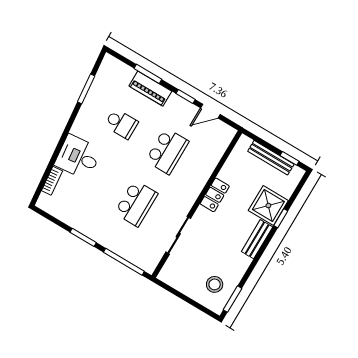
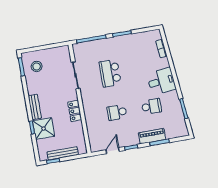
school desk: (121, 124) -> (151, 106), turned 180
school desk: (167, 151) -> (117, 112), width x0.54
desk: (78, 157) -> (161, 81), moved

